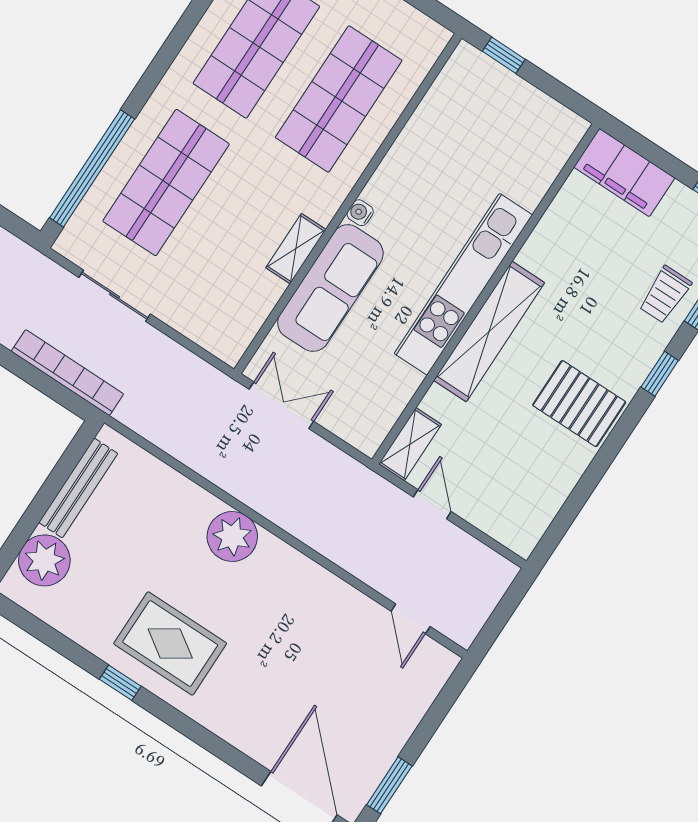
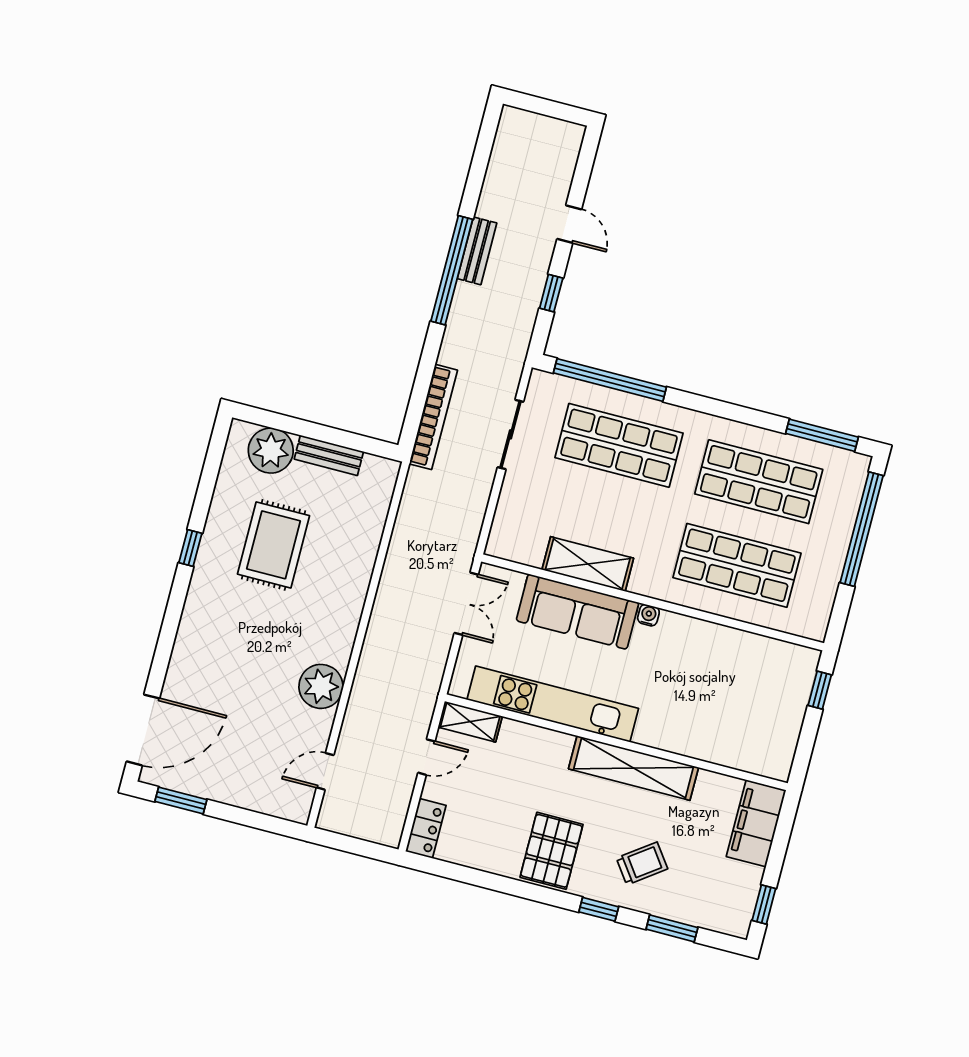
shelving: (296, 249) -> (588, 564), width x1.50, depth x1.33
kitchen unit: (463, 284) -> (553, 704), moved
trolley: (665, 295) -> (642, 863), moved, turned 144
shelving: (489, 332) -> (634, 768), moved
bench: (78, 488) -> (329, 455), width x0.73
locker: (509, 531) -> (426, 828), added
plant: (232, 536) -> (321, 686), moved
rug: (170, 644) -> (274, 545), moved

